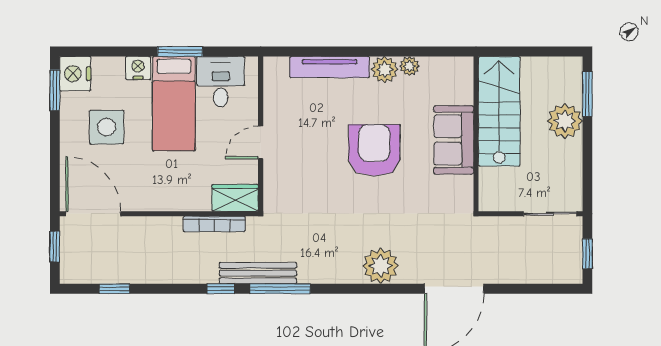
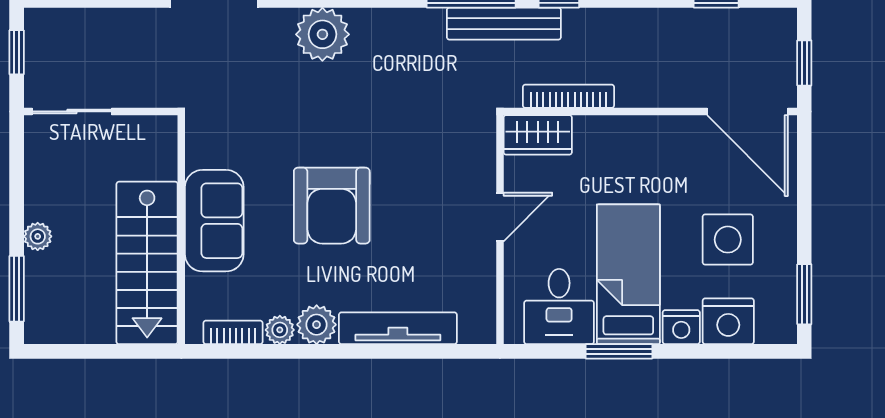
bookcase: (441, 64) -> (233, 332), added
nightstand: (75, 74) -> (728, 321), moved, turned 90
plant: (565, 121) -> (38, 236), width x0.53, depth x0.53

